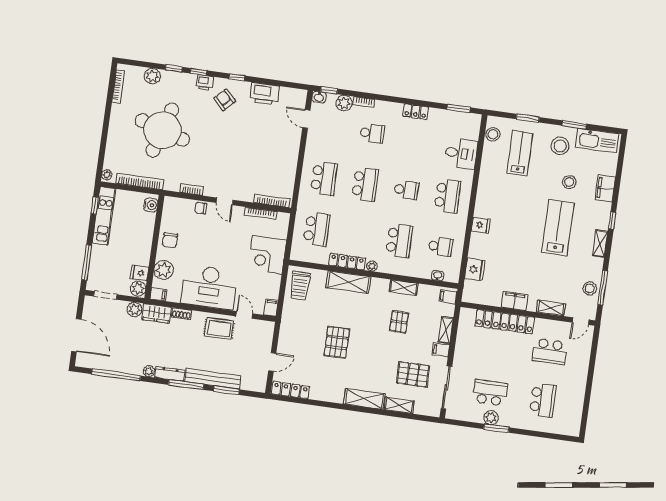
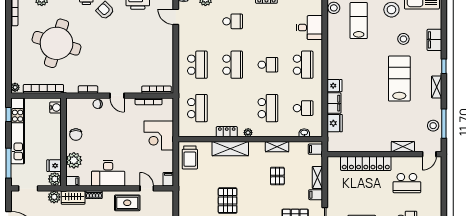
kitchen unit: (104, 216) -> (18, 131), width x1.36
locker: (347, 262) -> (227, 132), width x0.66
desk: (209, 287) -> (108, 173), width x0.73, depth x0.77
filing cabinet: (515, 301) -> (334, 103), moved, turned 90

